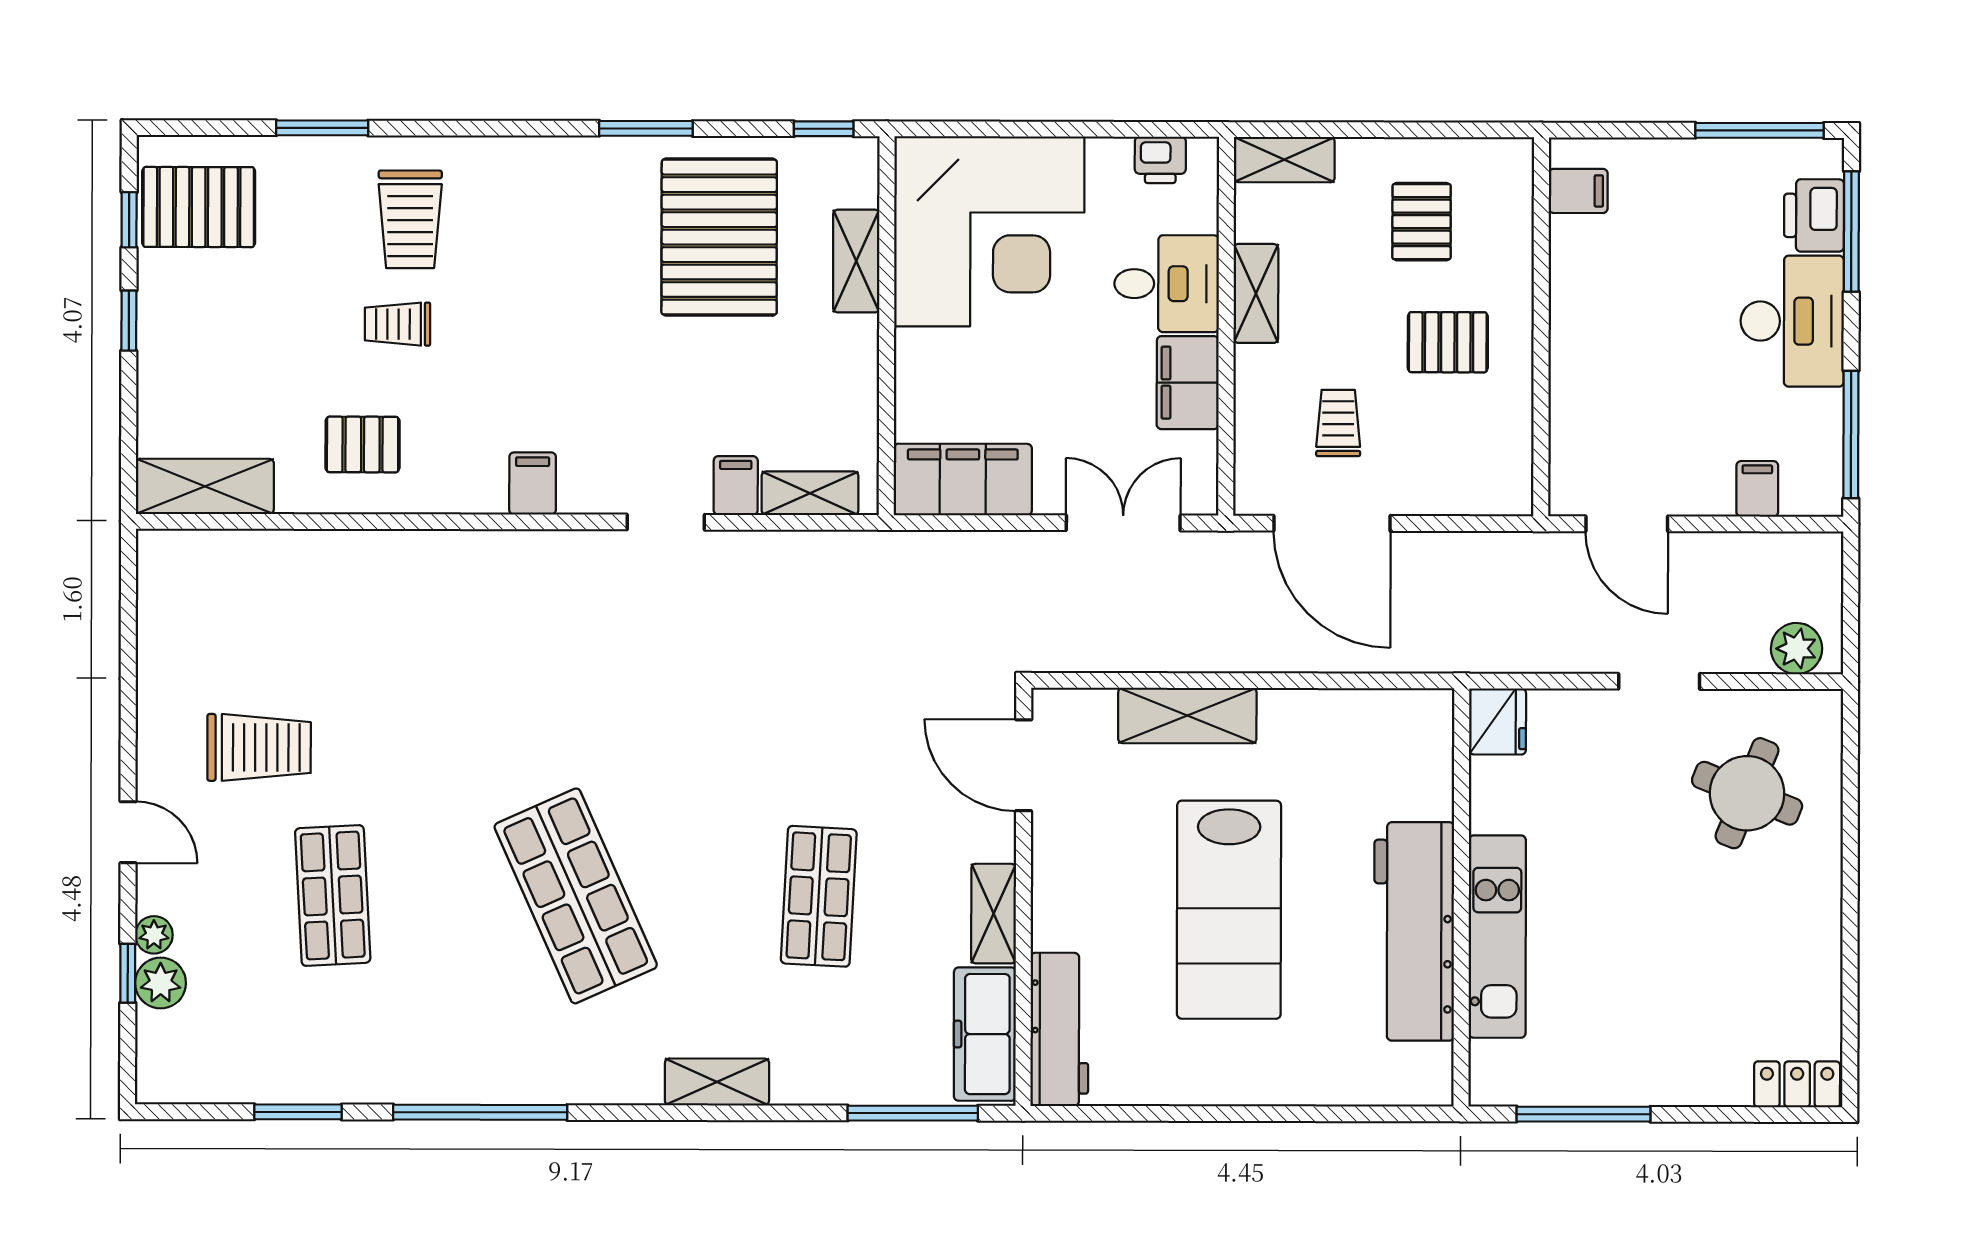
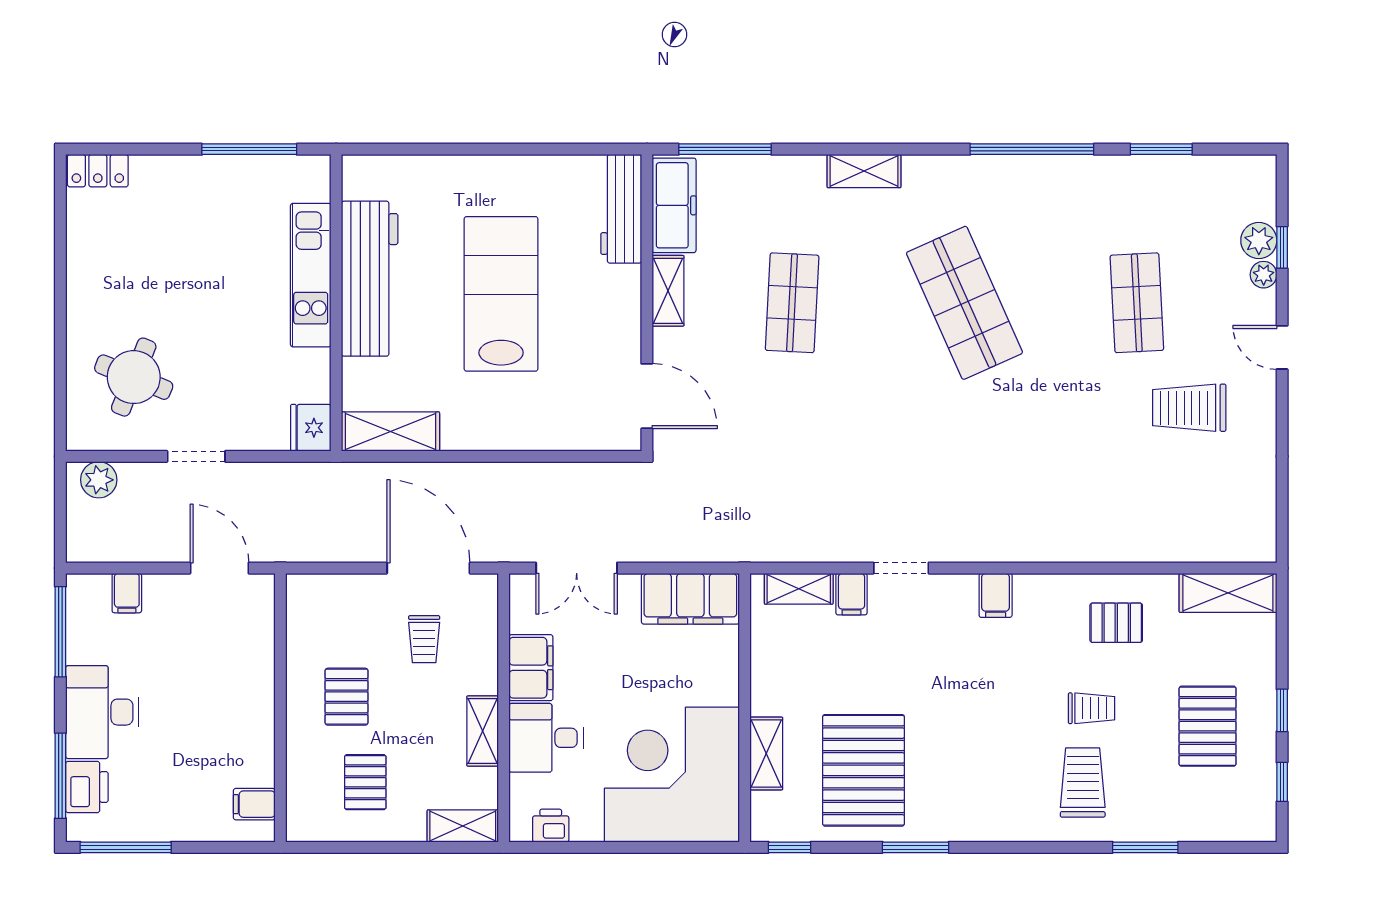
pallet: (199, 207) -> (1208, 726), moved, turned 90
pallet: (1448, 342) -> (347, 697), turned 90
shelving: (1187, 716) -> (390, 432), moved

